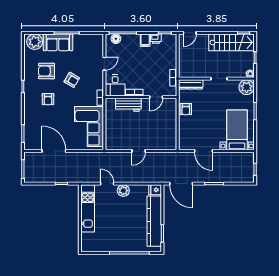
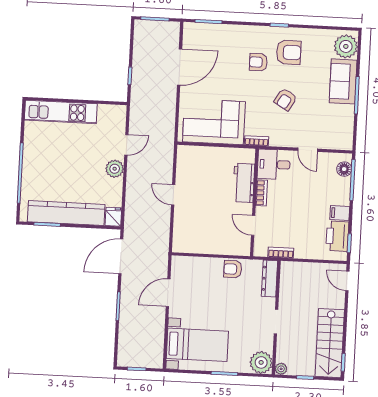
printer: (156, 39) -> (337, 236), width x1.87, depth x1.48
armchair: (47, 71) -> (289, 52), moved, turned 90
kitchen unit: (88, 208) -> (61, 112), moved

